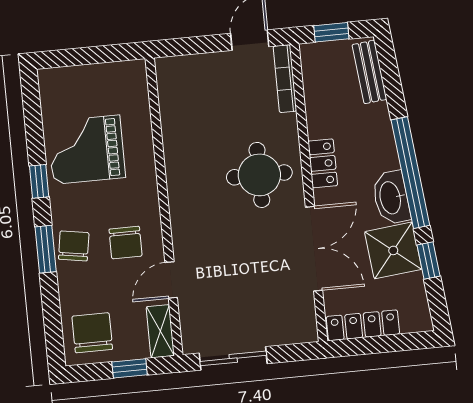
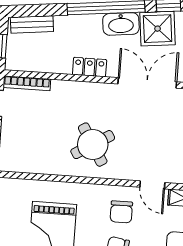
round table: (259, 175) -> (93, 145), moved, turned -31
chair: (126, 243) -> (121, 212), turned 90

